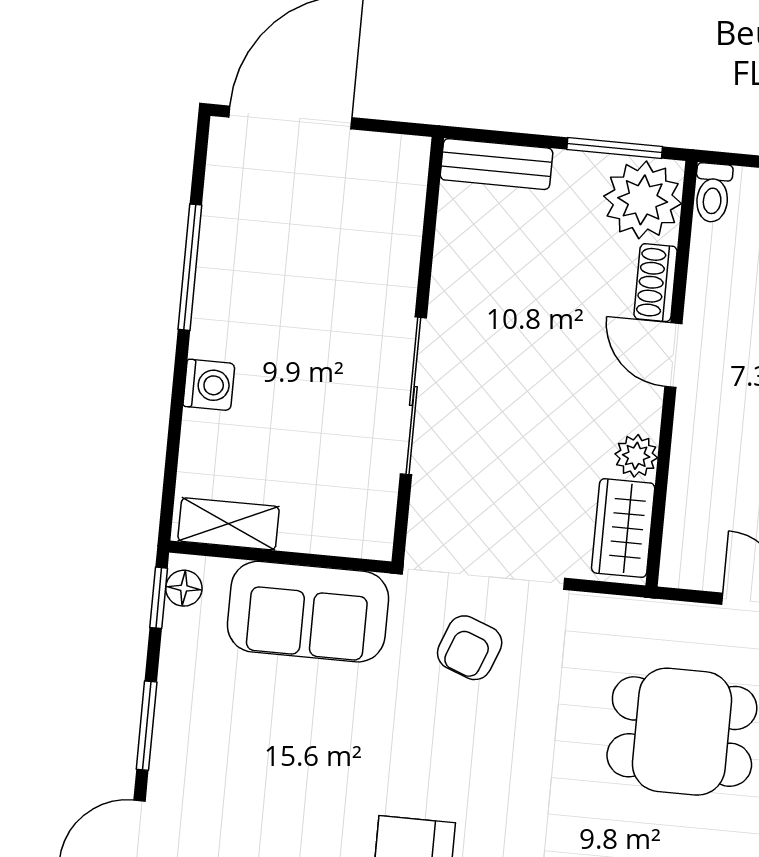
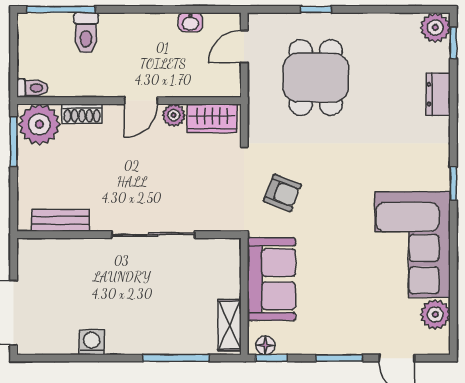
bench: (496, 164) -> (60, 220), moved, turned 90
window: (190, 267) -> (176, 358), moved
door: (673, 355) -> (141, 101), moved
washing machine: (209, 385) -> (92, 342), moved

